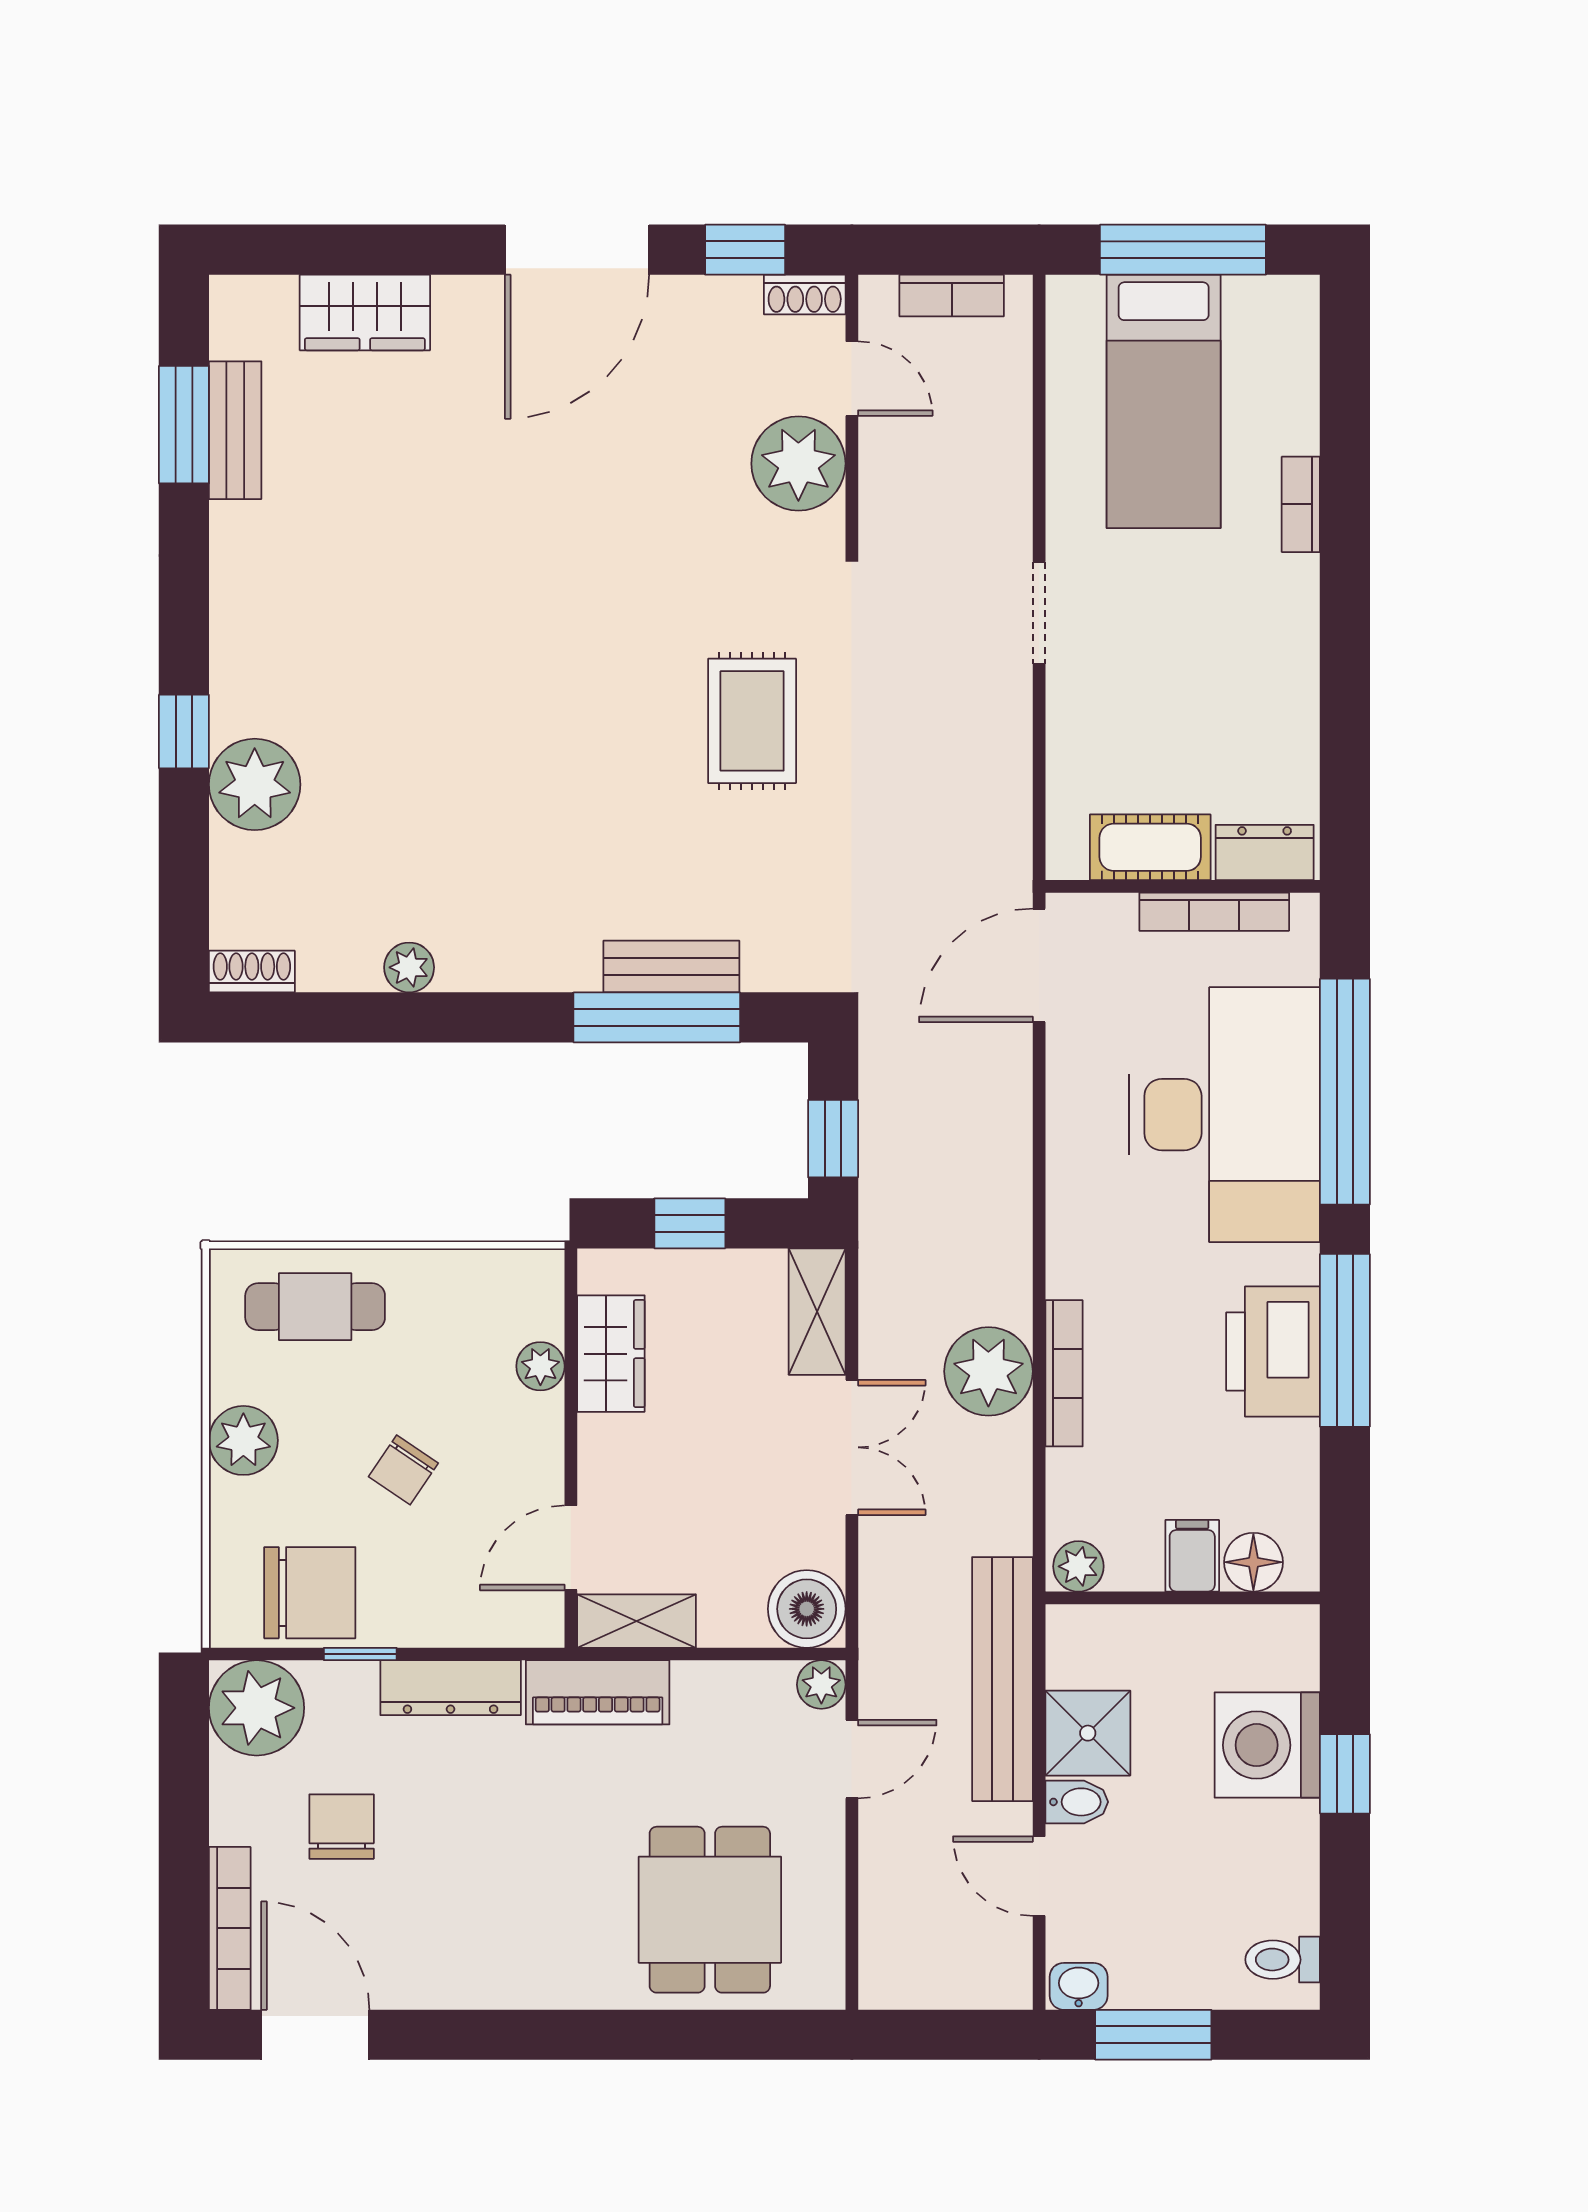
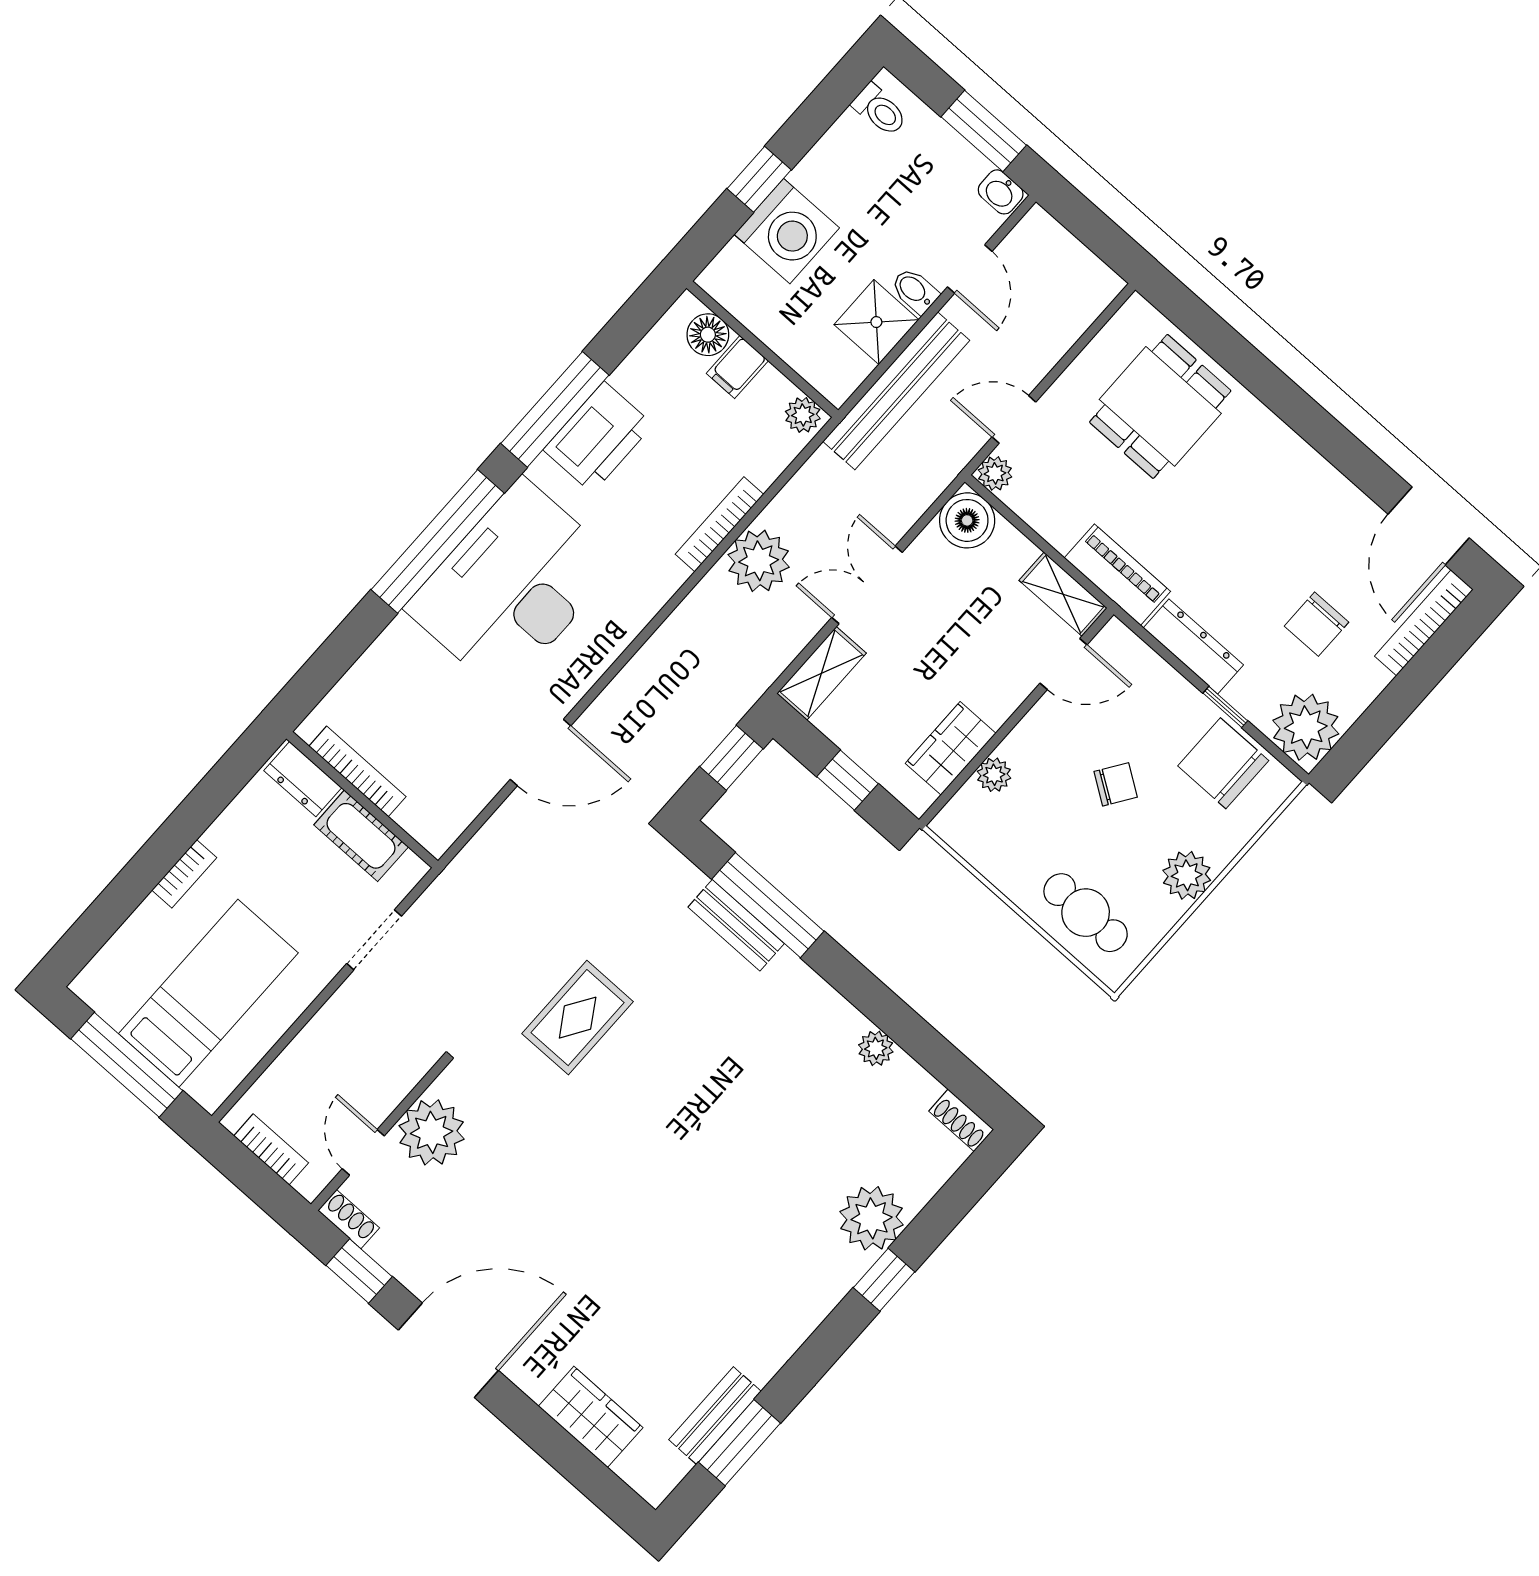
cot: (1150, 847) -> (361, 836), moved
dresser: (1265, 852) -> (303, 779), moved
wall: (1183, 886) -> (362, 800), moved
bookcase: (1214, 912) -> (357, 771), moved

